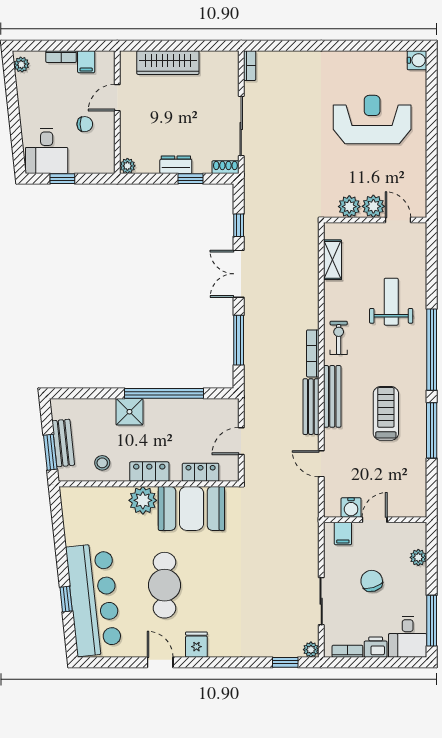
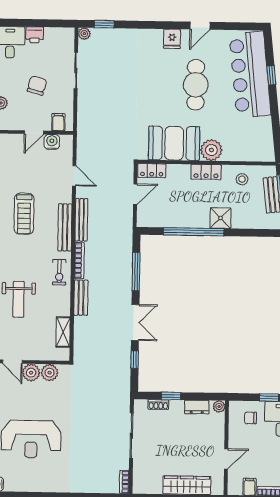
chair: (85, 124) -> (250, 418), moved
dresser: (176, 165) -> (197, 407), moved
shoe rack: (225, 167) -> (158, 405), moved
bench: (310, 305) -> (81, 298), added
locker: (201, 472) -> (152, 171), moved
chair: (372, 581) -> (37, 86), turned -148
bookcase: (347, 651) -> (56, 32), removed
door: (160, 662) -> (200, 26), hinge flipped

